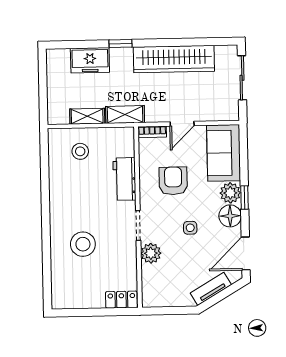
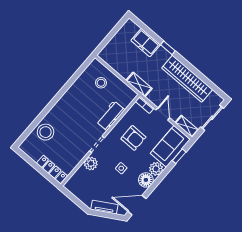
shelving: (87, 116) -> (187, 126), moved
door: (182, 124) -> (163, 114), swing flipped
armchair: (173, 181) -> (133, 138), turned 90
window: (244, 198) -> (179, 156), moved
stool: (83, 244) -> (45, 132), moved
locker: (121, 300) -> (52, 169), width x1.53

